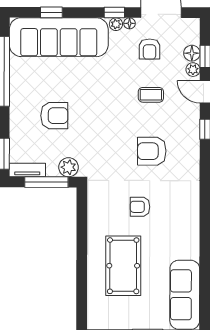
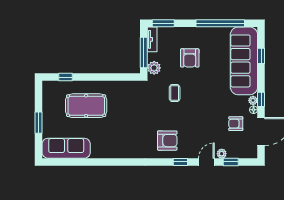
floor lamp: (192, 53) -> (233, 153), removed
coffee table: (151, 95) -> (175, 93), moved
armchair: (152, 151) -> (167, 141), moved, turned 90
armchair: (140, 207) -> (127, 117), removed
window: (82, 295) -> (66, 77), added

